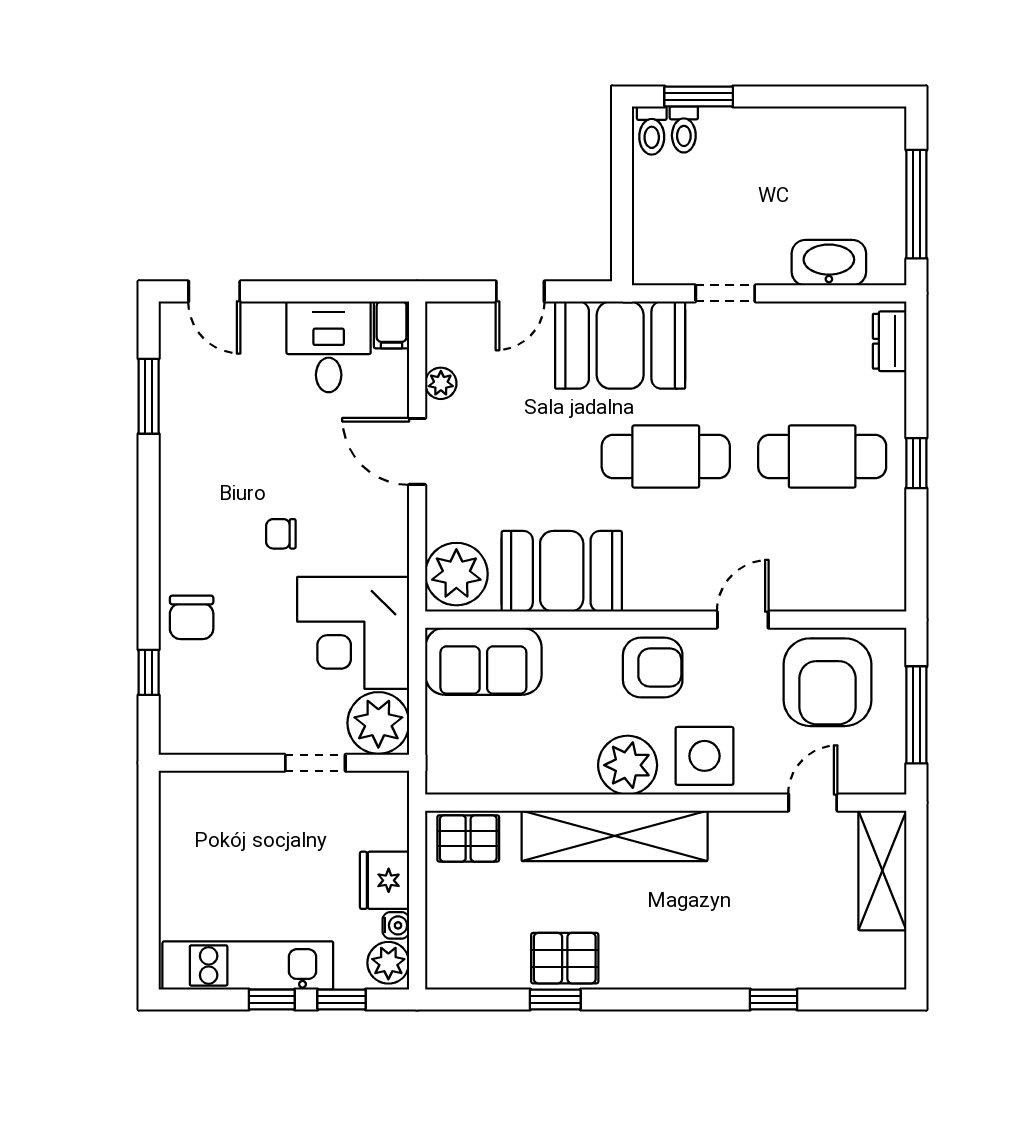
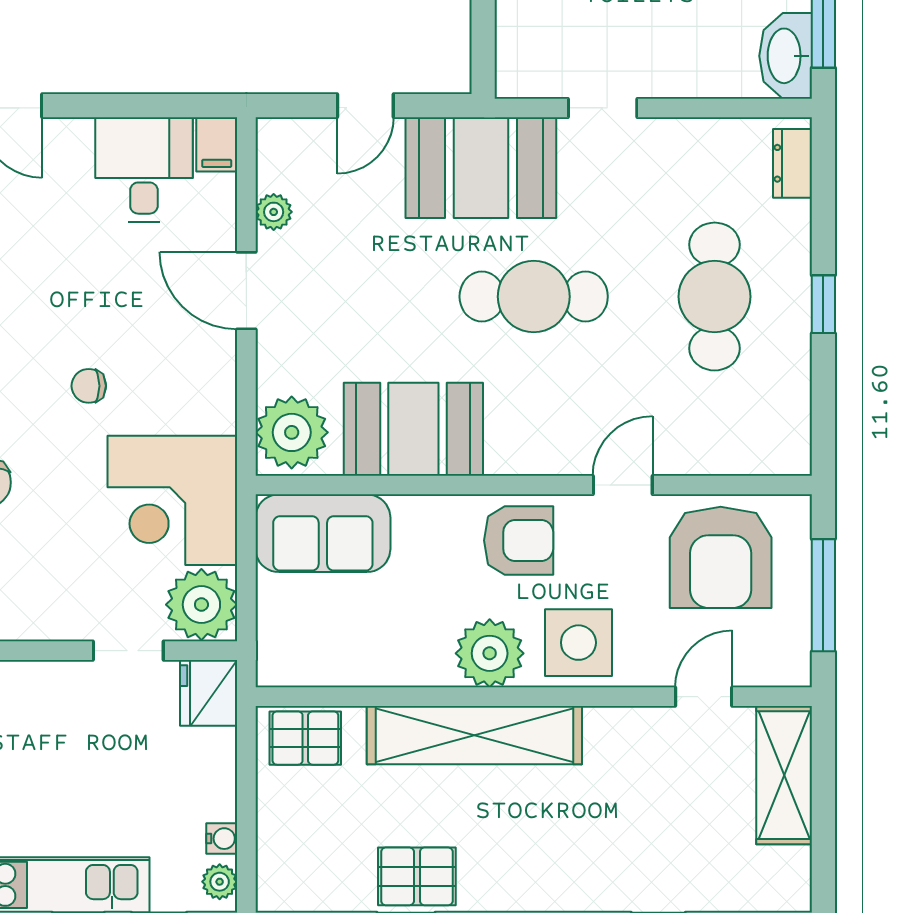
washbasin: (829, 263) -> (786, 56), moved, turned -90
cafe table: (822, 456) -> (715, 297), turned 90
fridge: (385, 880) -> (209, 693), moved
plant: (388, 963) -> (220, 882), width x0.73, depth x0.73

